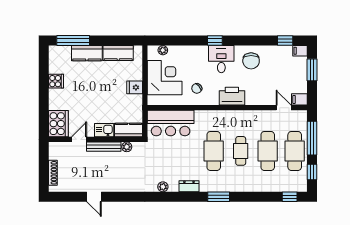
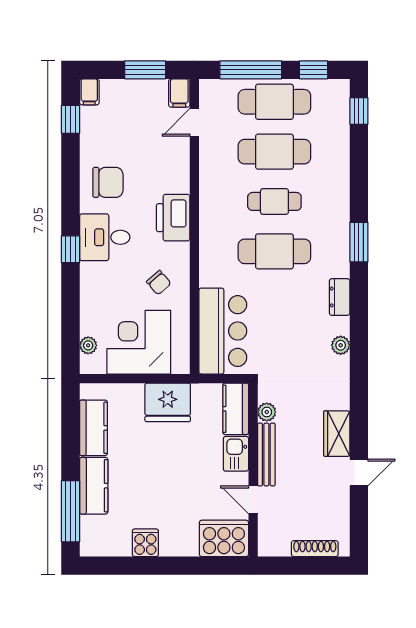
window: (312, 70) -> (145, 70), moved
fridge: (135, 87) -> (168, 402), width x1.88, depth x1.34
wardrobe: (115, 185) -> (337, 434), added

